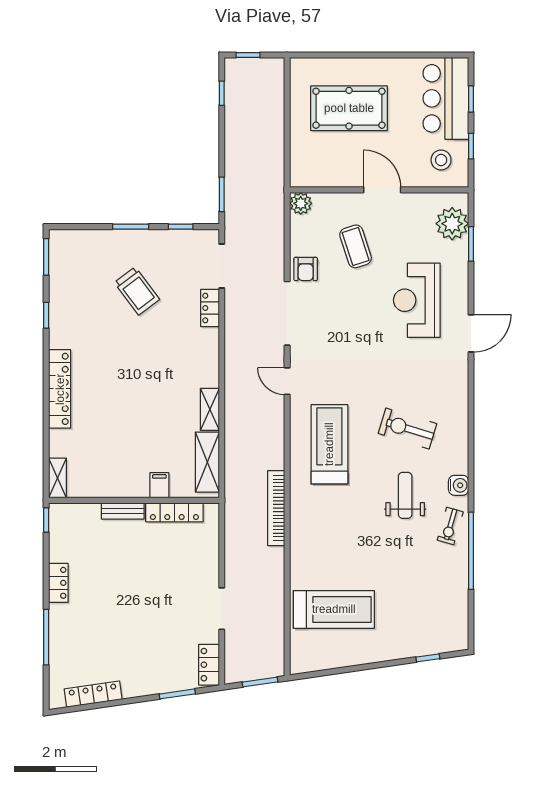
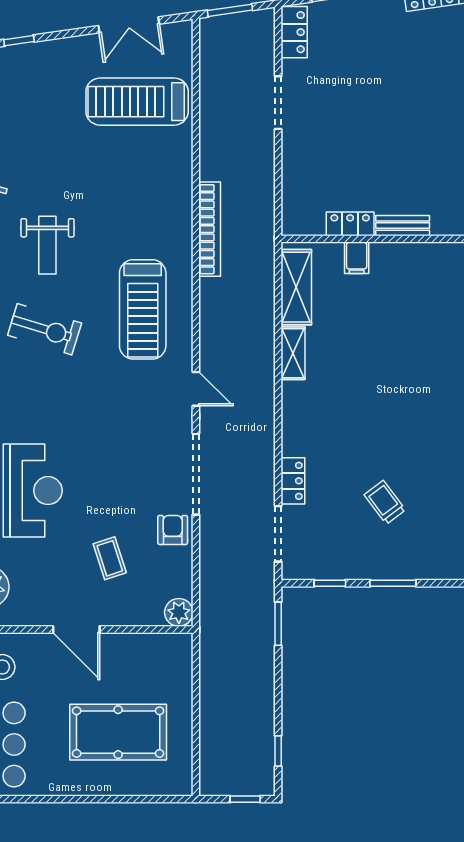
coffee table: (356, 246) -> (110, 558), width x0.73, depth x0.77
trolley: (137, 291) -> (385, 502), width x0.73, depth x0.72
locker: (174, 512) -> (350, 224), width x0.66
double door: (340, 670) -> (129, 25), added

